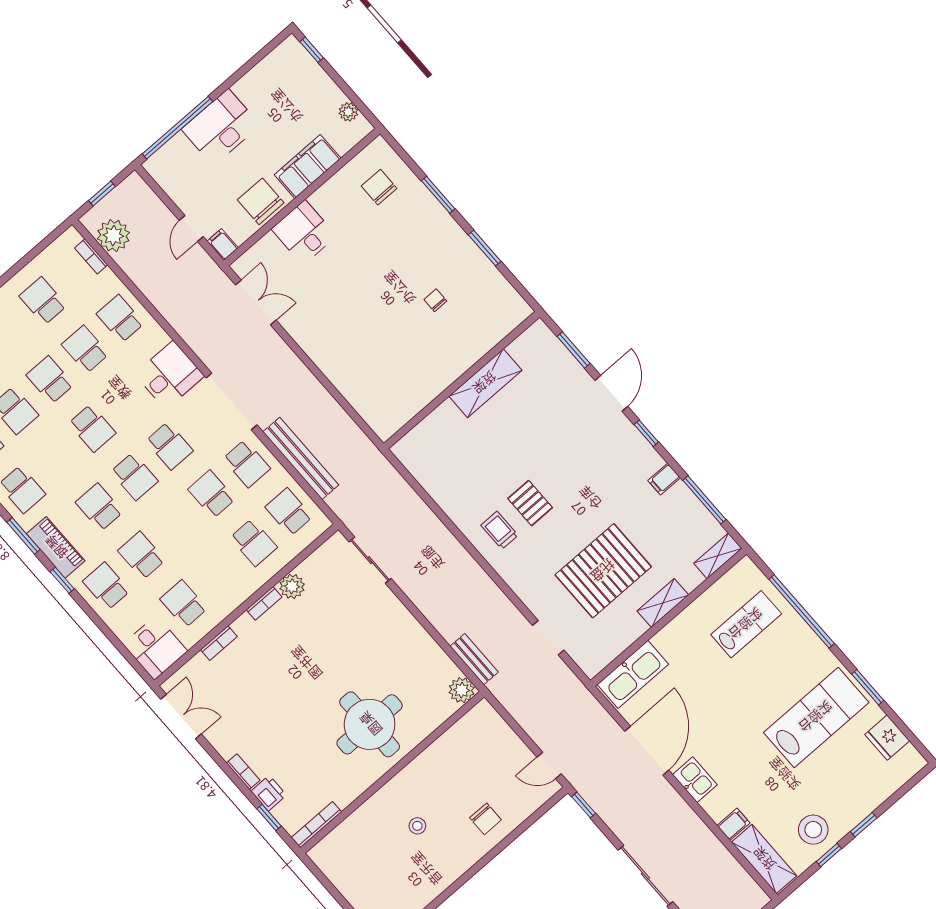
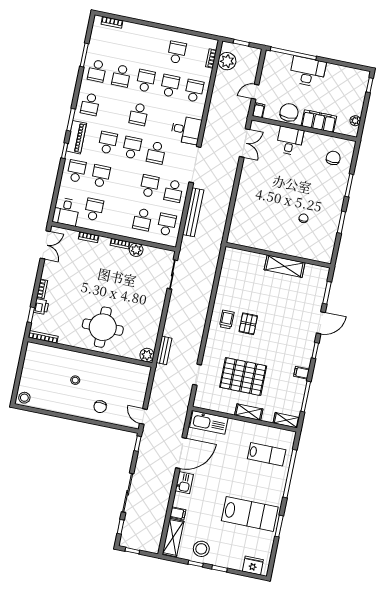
school desk: (134, 476) -> (132, 148), turned 180
fridge: (887, 738) -> (253, 565), moved, turned 90

